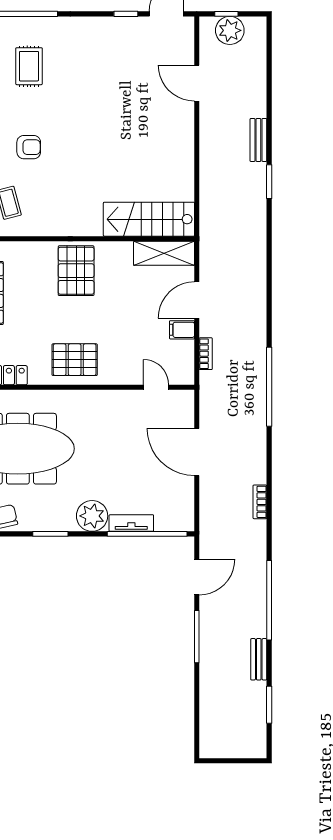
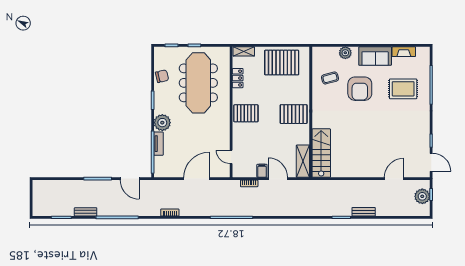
rug: (29, 66) -> (403, 89), width x1.36, depth x1.43
armchair: (29, 147) -> (360, 89), width x1.88, depth x1.88
pallet: (75, 360) -> (246, 113), turned 90
door: (156, 387) -> (231, 157), swing flipped

